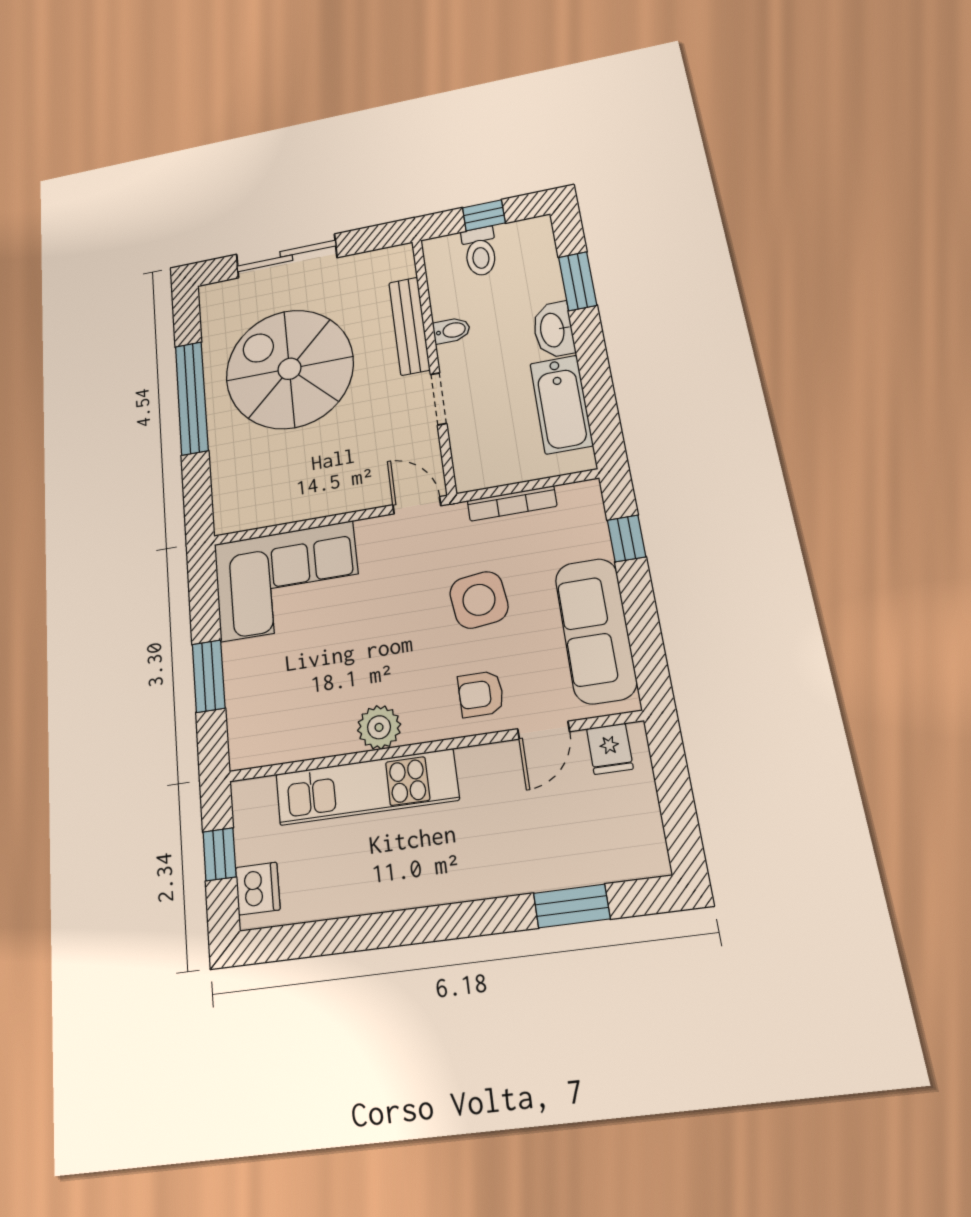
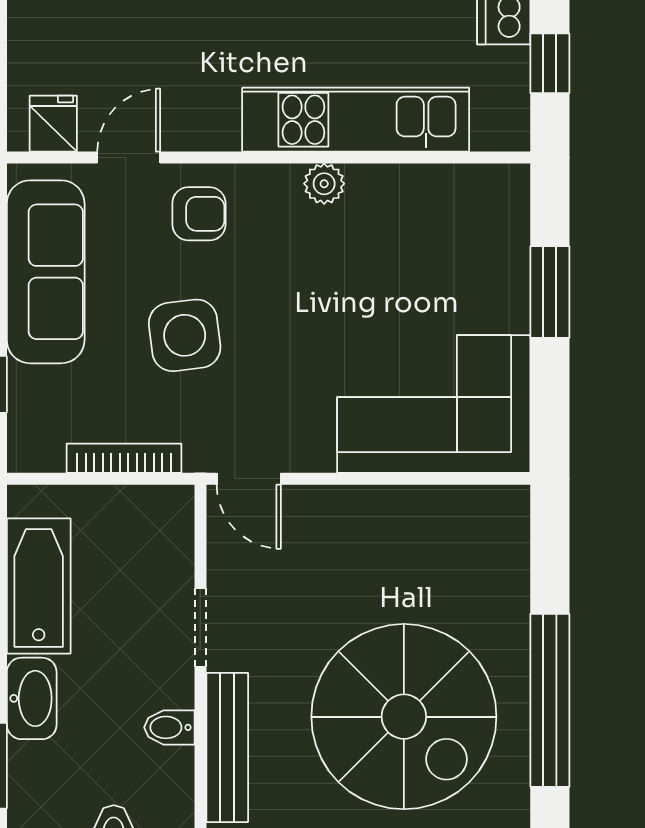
plant: (379, 727) -> (324, 184), width x0.73, depth x0.73

